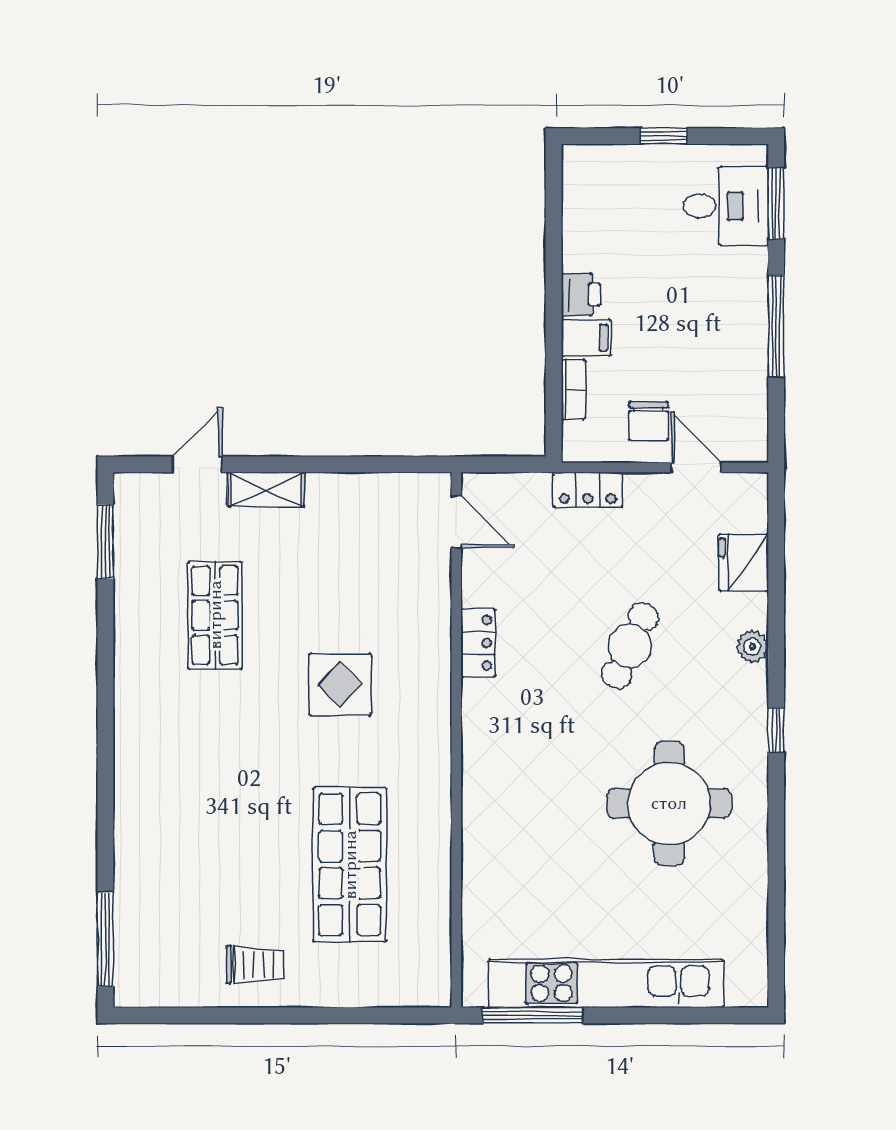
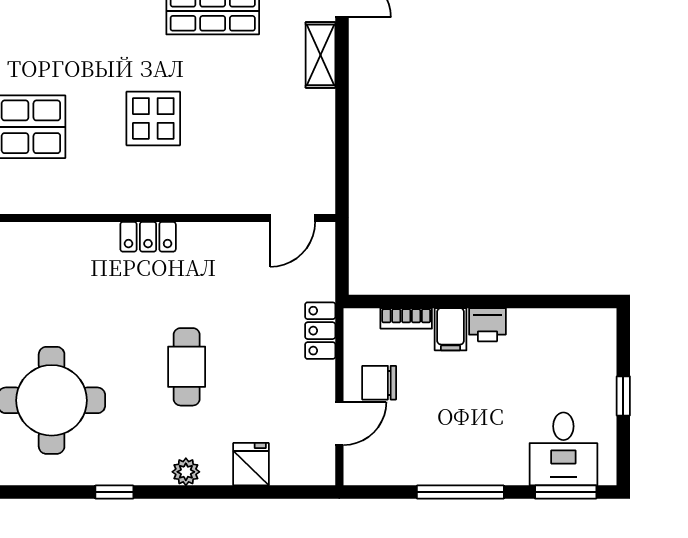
fridge: (744, 563) -> (251, 464), width x0.72
locker: (478, 643) -> (148, 237), moved
cafe table: (630, 646) -> (187, 367), turned 65

